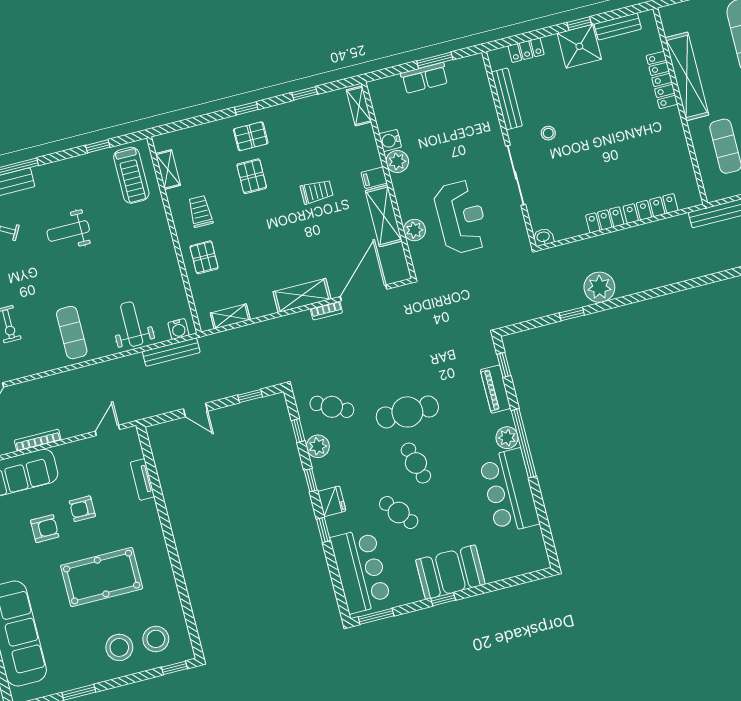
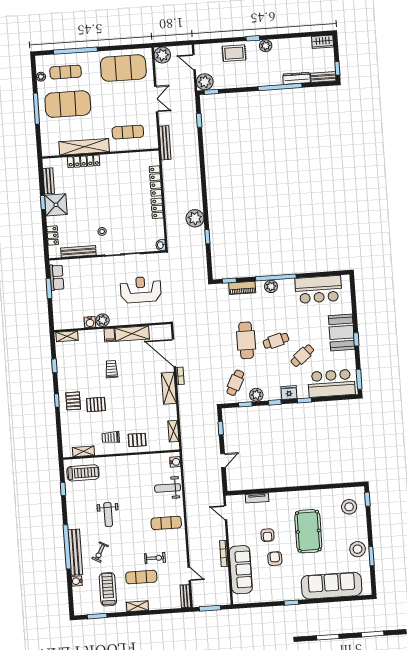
row of seats: (424, 78) -> (57, 277), moved
plant: (414, 230) -> (143, 318), removed
bench: (171, 352) -> (188, 468), removed
bar counter: (509, 491) -> (319, 289), moved
stool: (119, 647) -> (358, 549), moved

